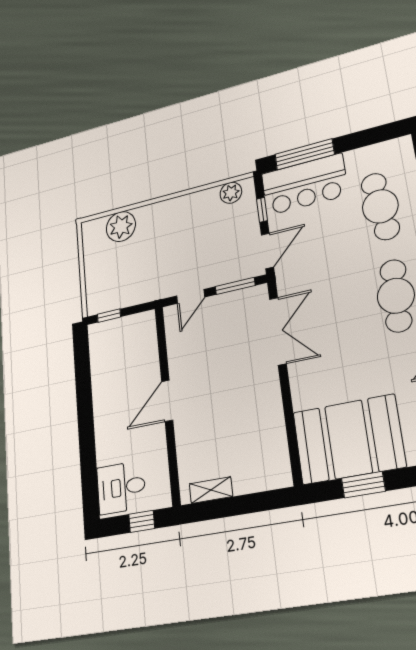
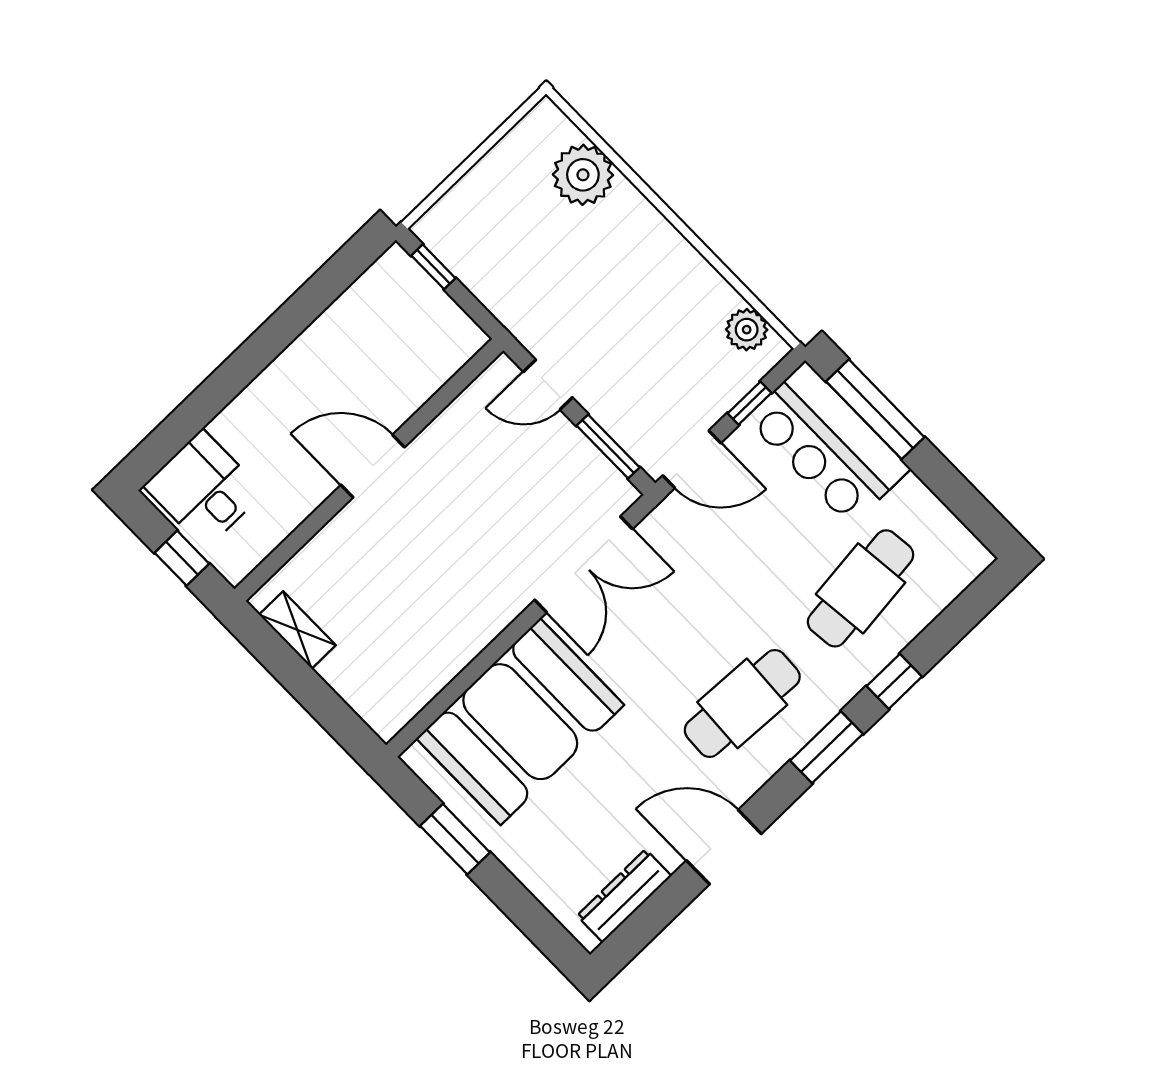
booth: (348, 439) -> (520, 722), moved, turned 90

